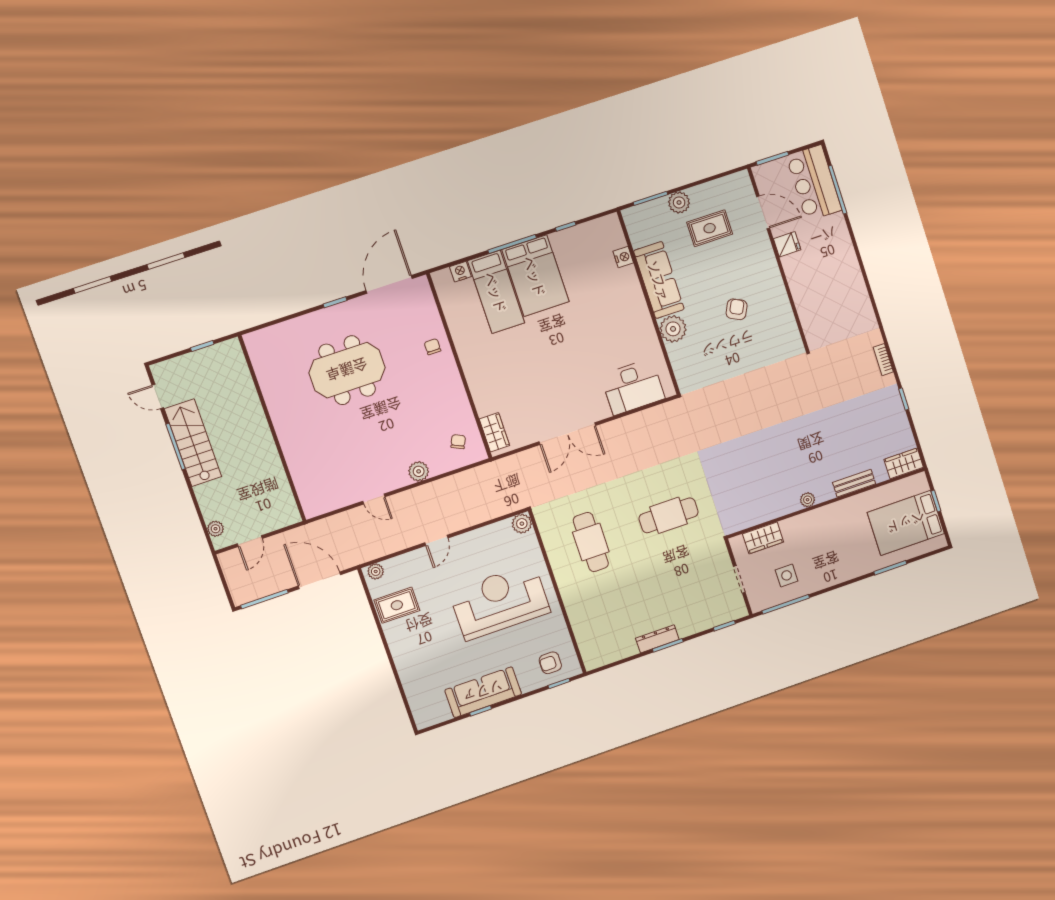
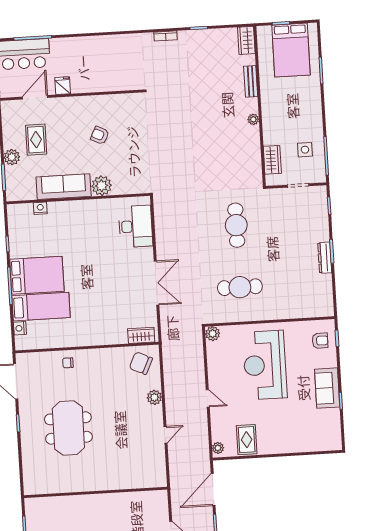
chair: (458, 442) -> (141, 363), width x1.87, depth x1.87
armchair: (550, 663) -> (320, 341), turned -90
sofa: (483, 692) -> (327, 388), width x0.73

